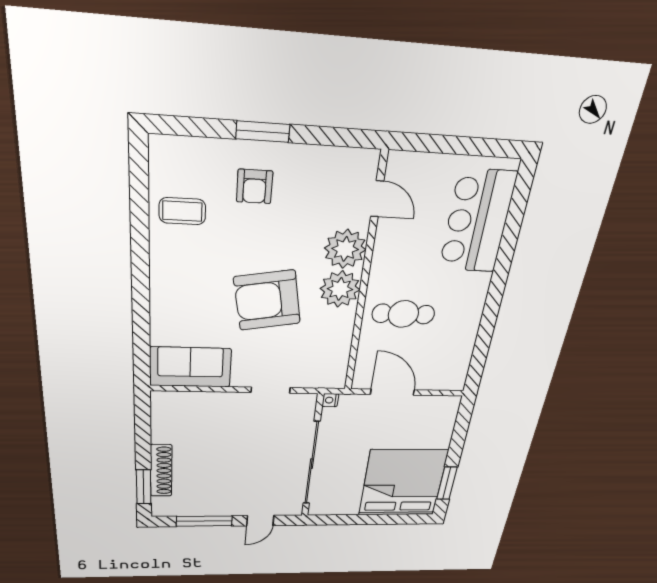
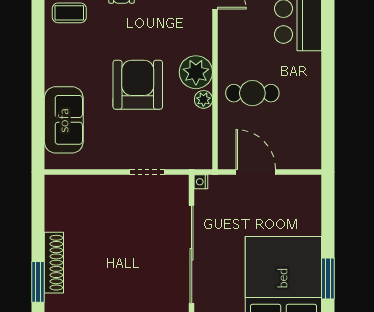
plant: (345, 249) -> (203, 99), moved, width x0.53, depth x0.53
armchair: (267, 300) -> (138, 85), turned 100
sofa: (190, 367) -> (64, 120), moved, turned 90

